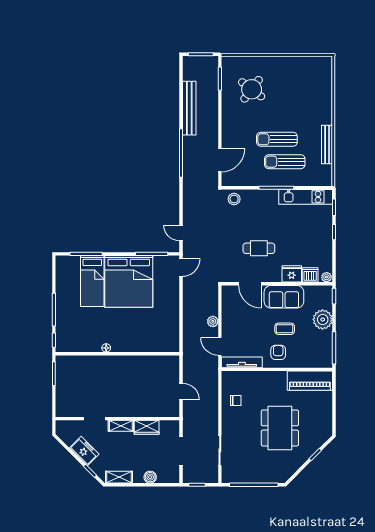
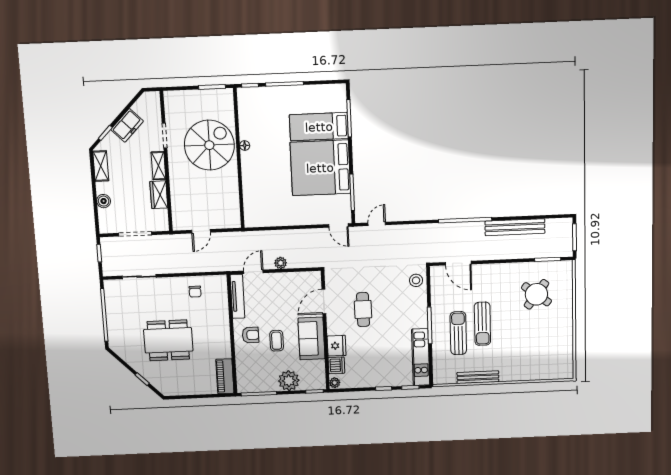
sun lounger: (277, 139) -> (482, 324), turned 180
spiral stairs: (105, 379) -> (209, 145), added
piano: (310, 381) -> (225, 376), width x0.73, depth x0.75

